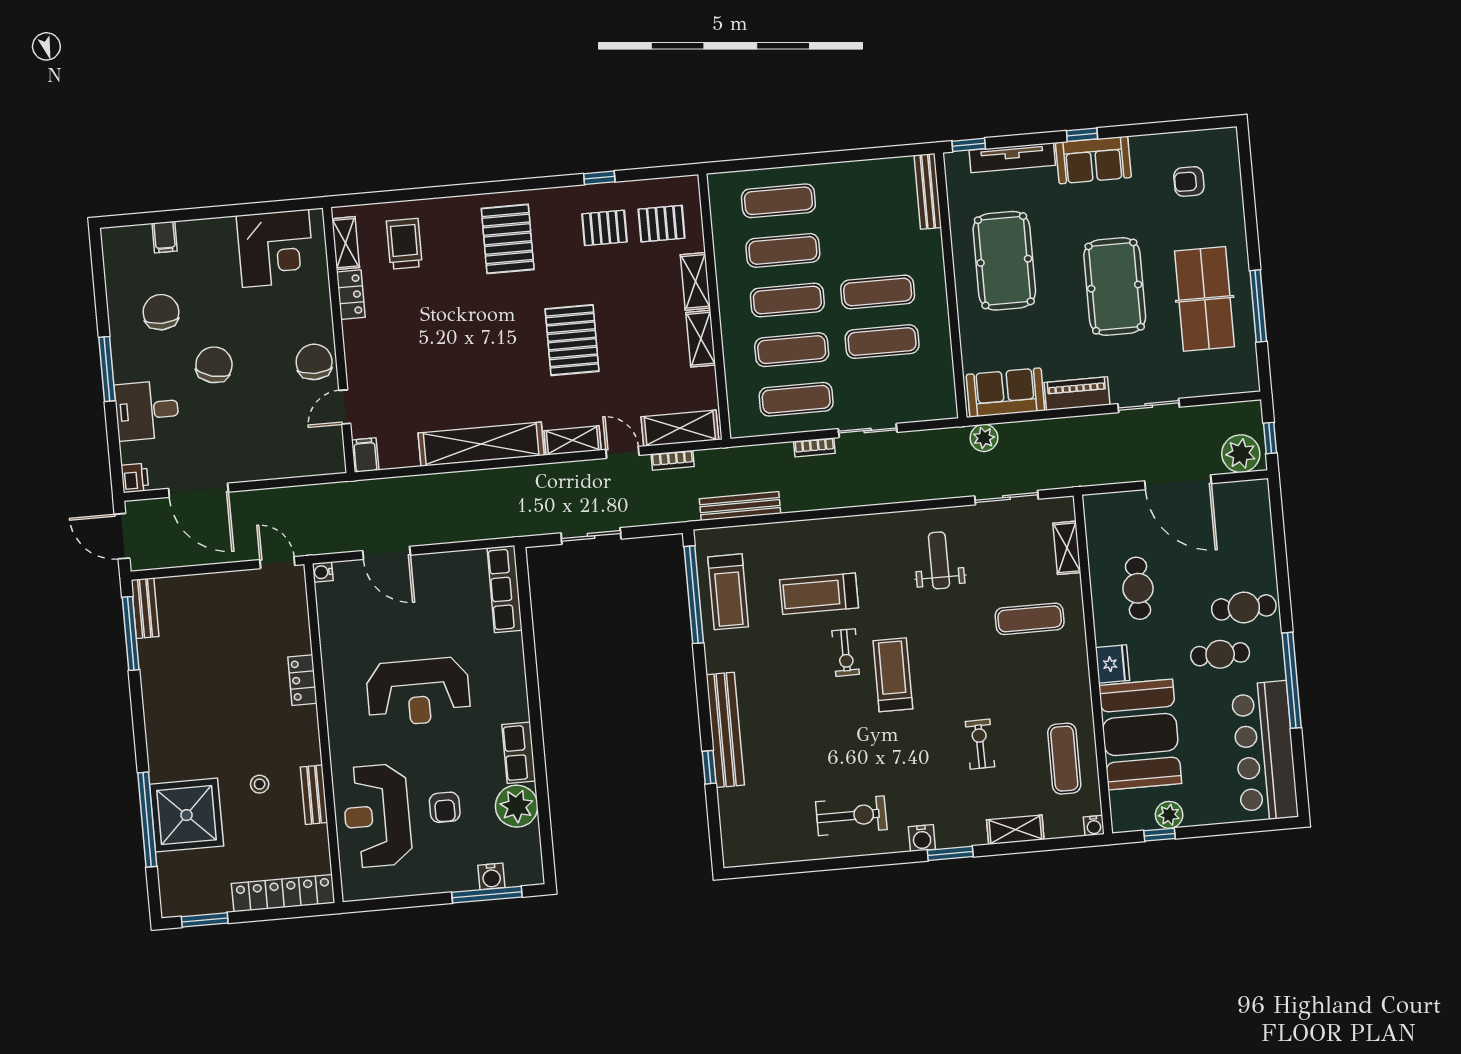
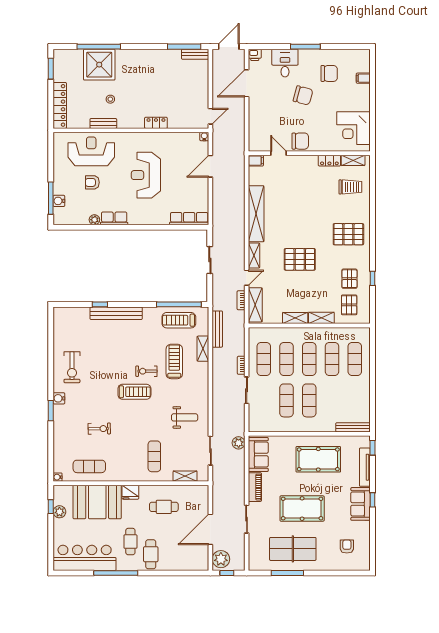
plant: (517, 806) -> (94, 220), width x0.53, depth x0.53
shelving: (1015, 830) -> (203, 349), moved

